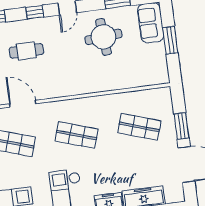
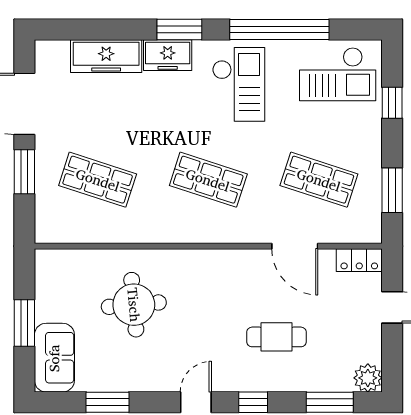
round table: (103, 37) -> (134, 305), moved

